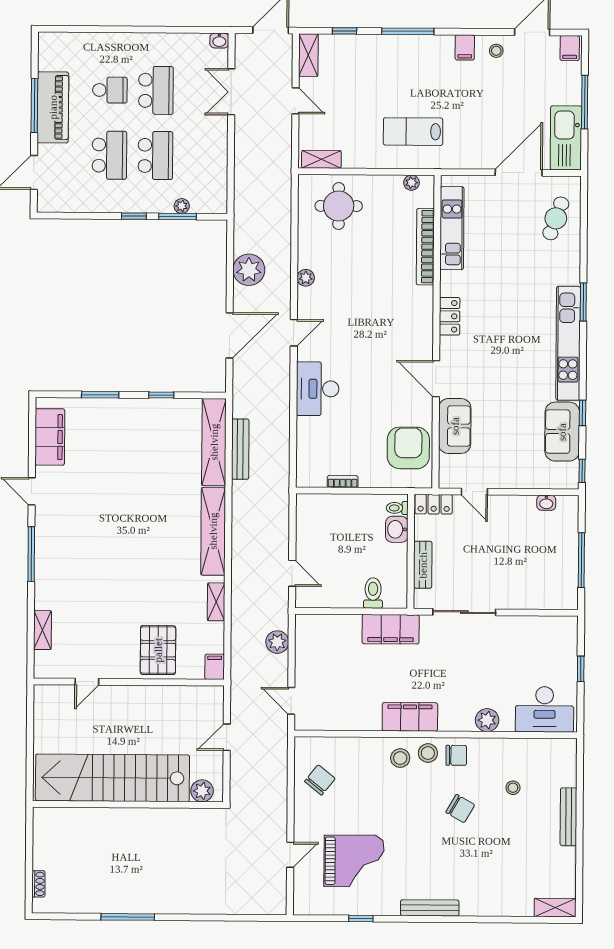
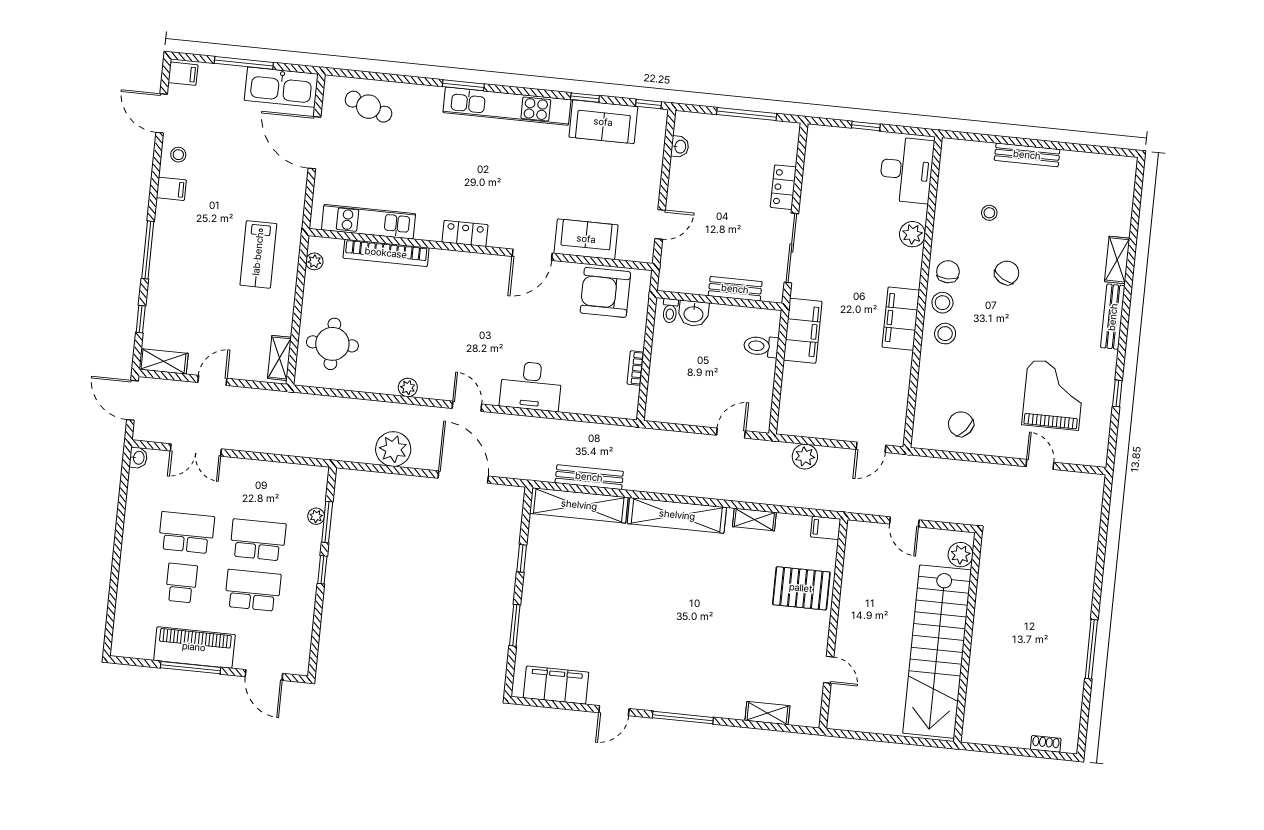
locker: (434, 504) -> (783, 187), moved, turned 180
shelving: (555, 908) -> (1117, 260), moved

